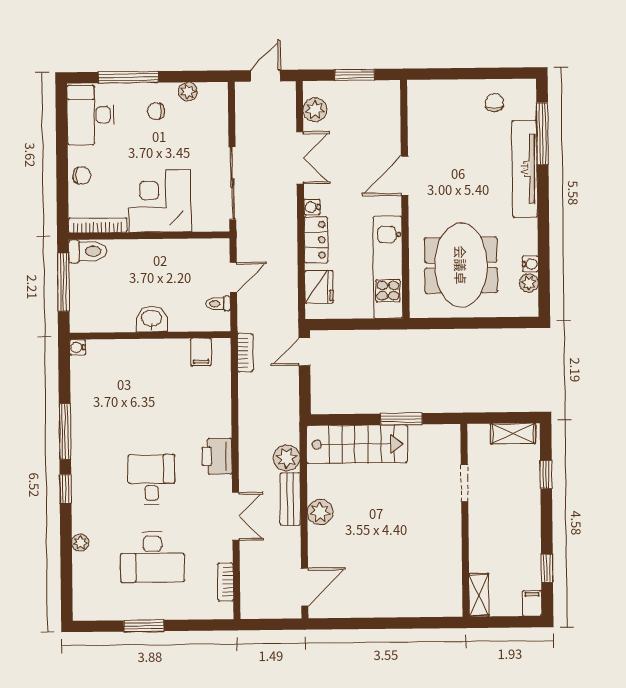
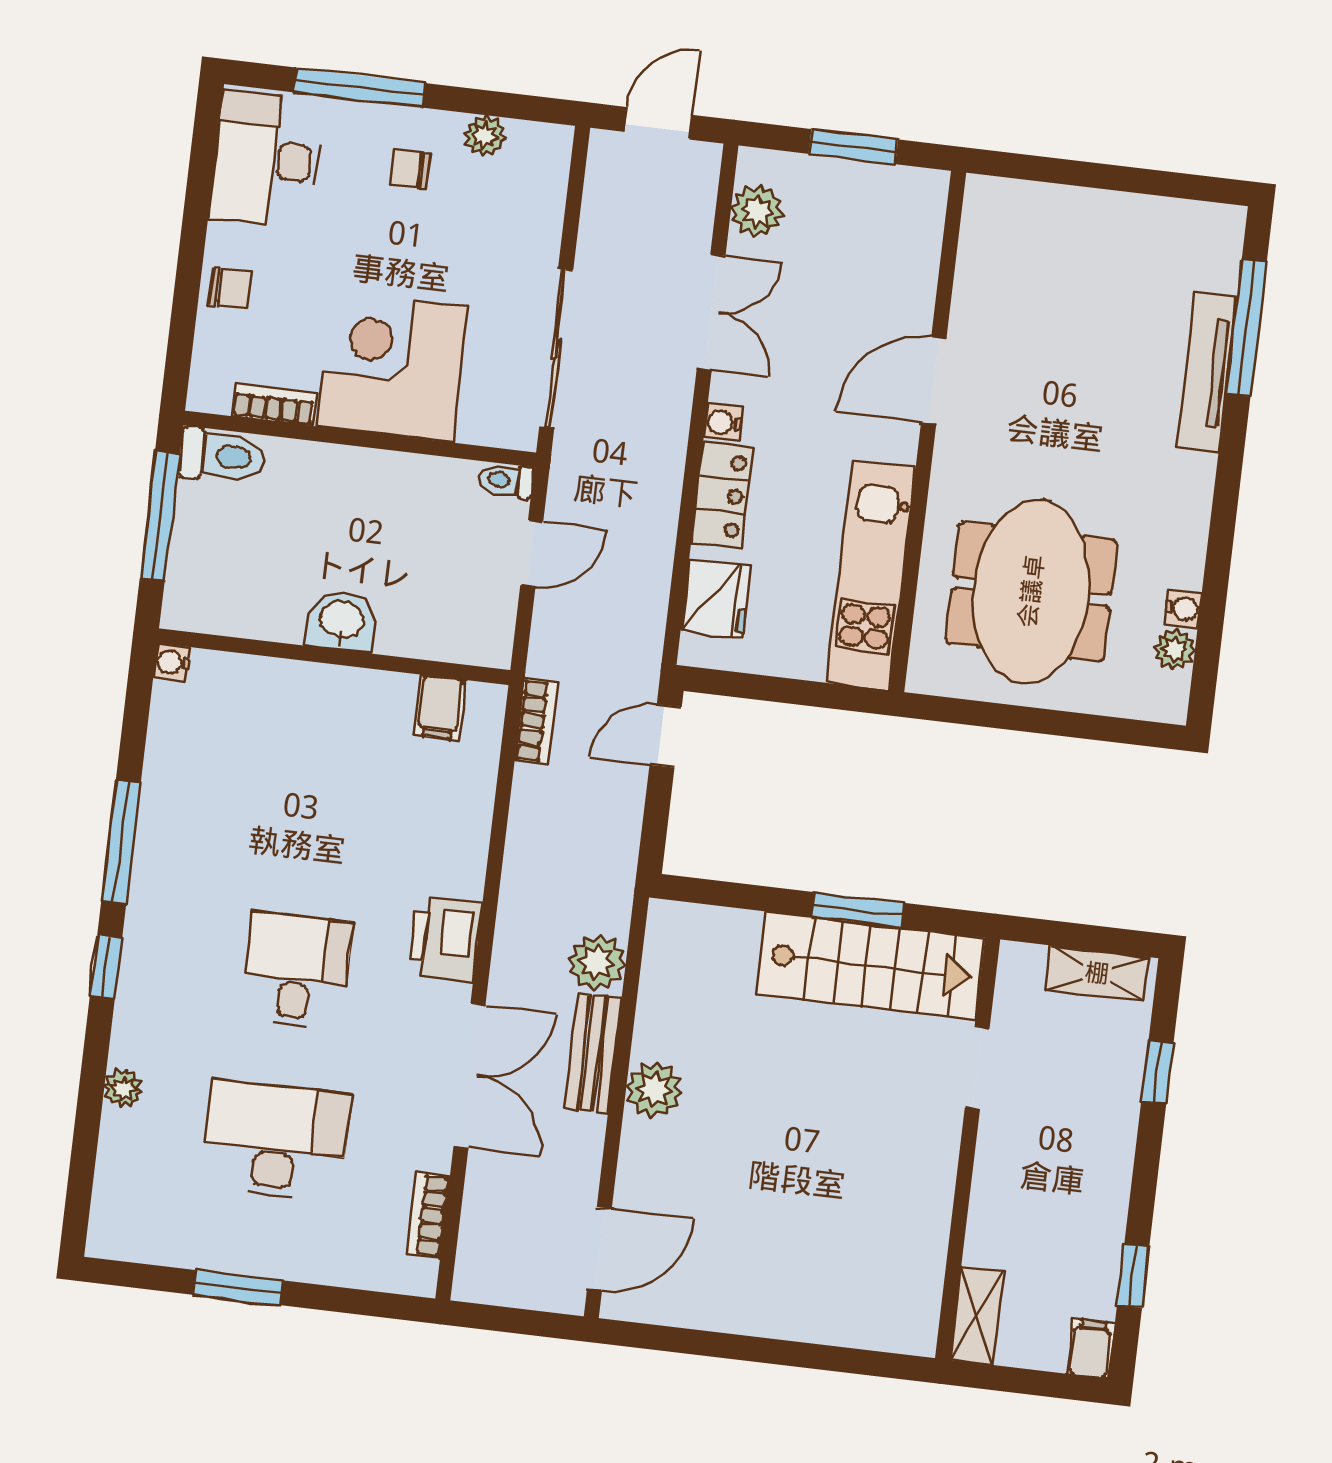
chair: (494, 102) -> (1150, 246), removed
tv unit: (525, 169) -> (1207, 372), width x0.73, depth x0.78
bookcase: (98, 225) -> (274, 405), width x0.64
toilet: (218, 304) -> (506, 480), moved
stairs: (357, 444) -> (871, 966), moved
double door: (236, 516) -> (469, 1075), width x1.37
desk: (152, 557) -> (276, 1141), turned 180

